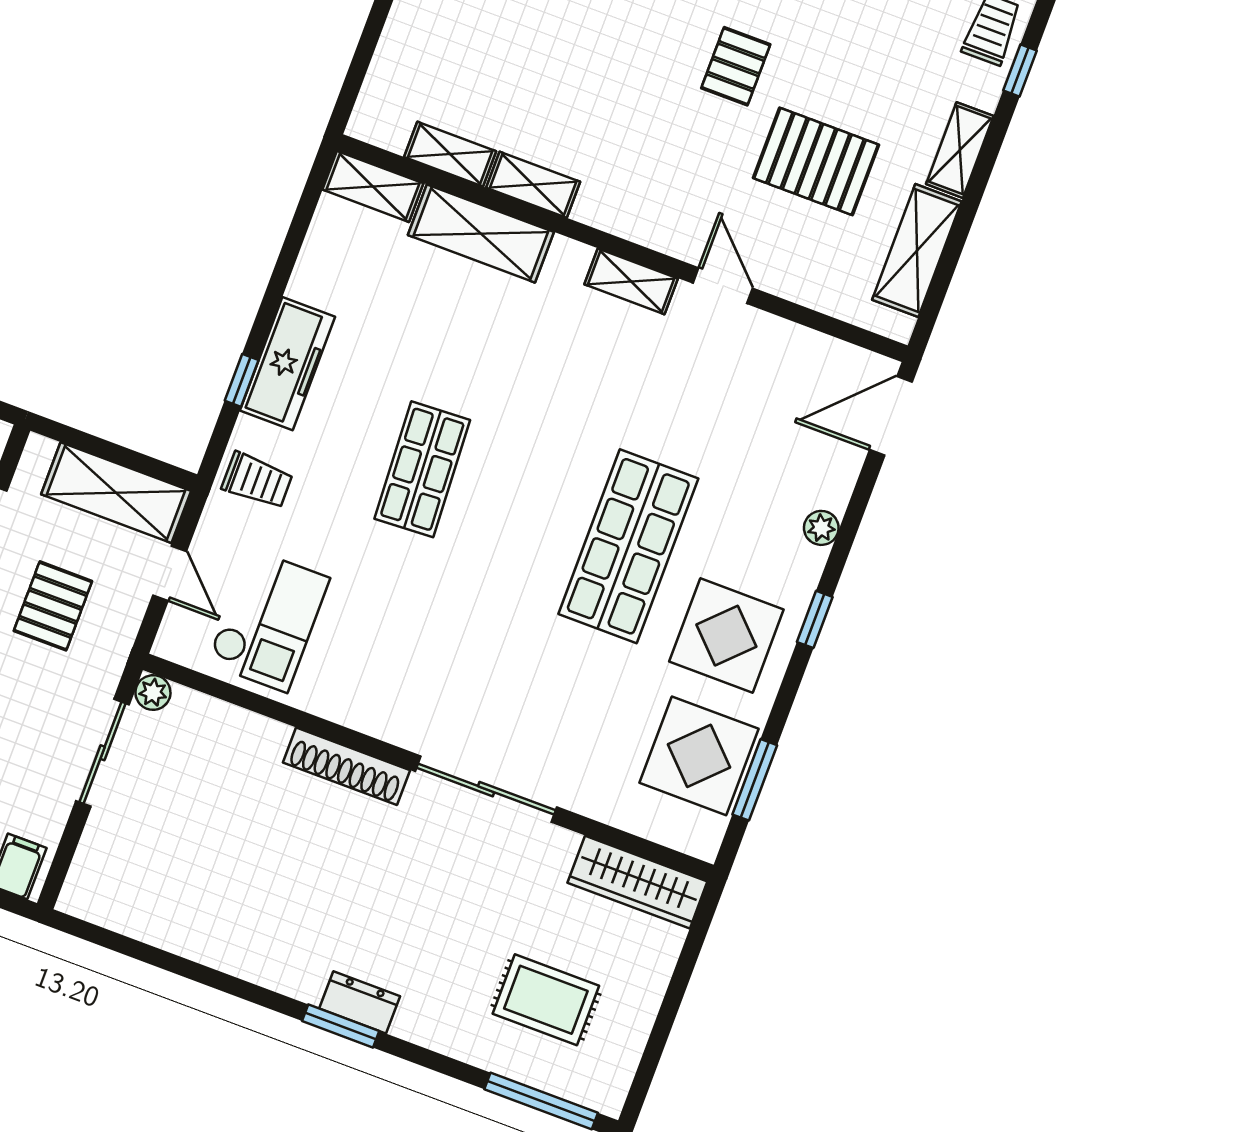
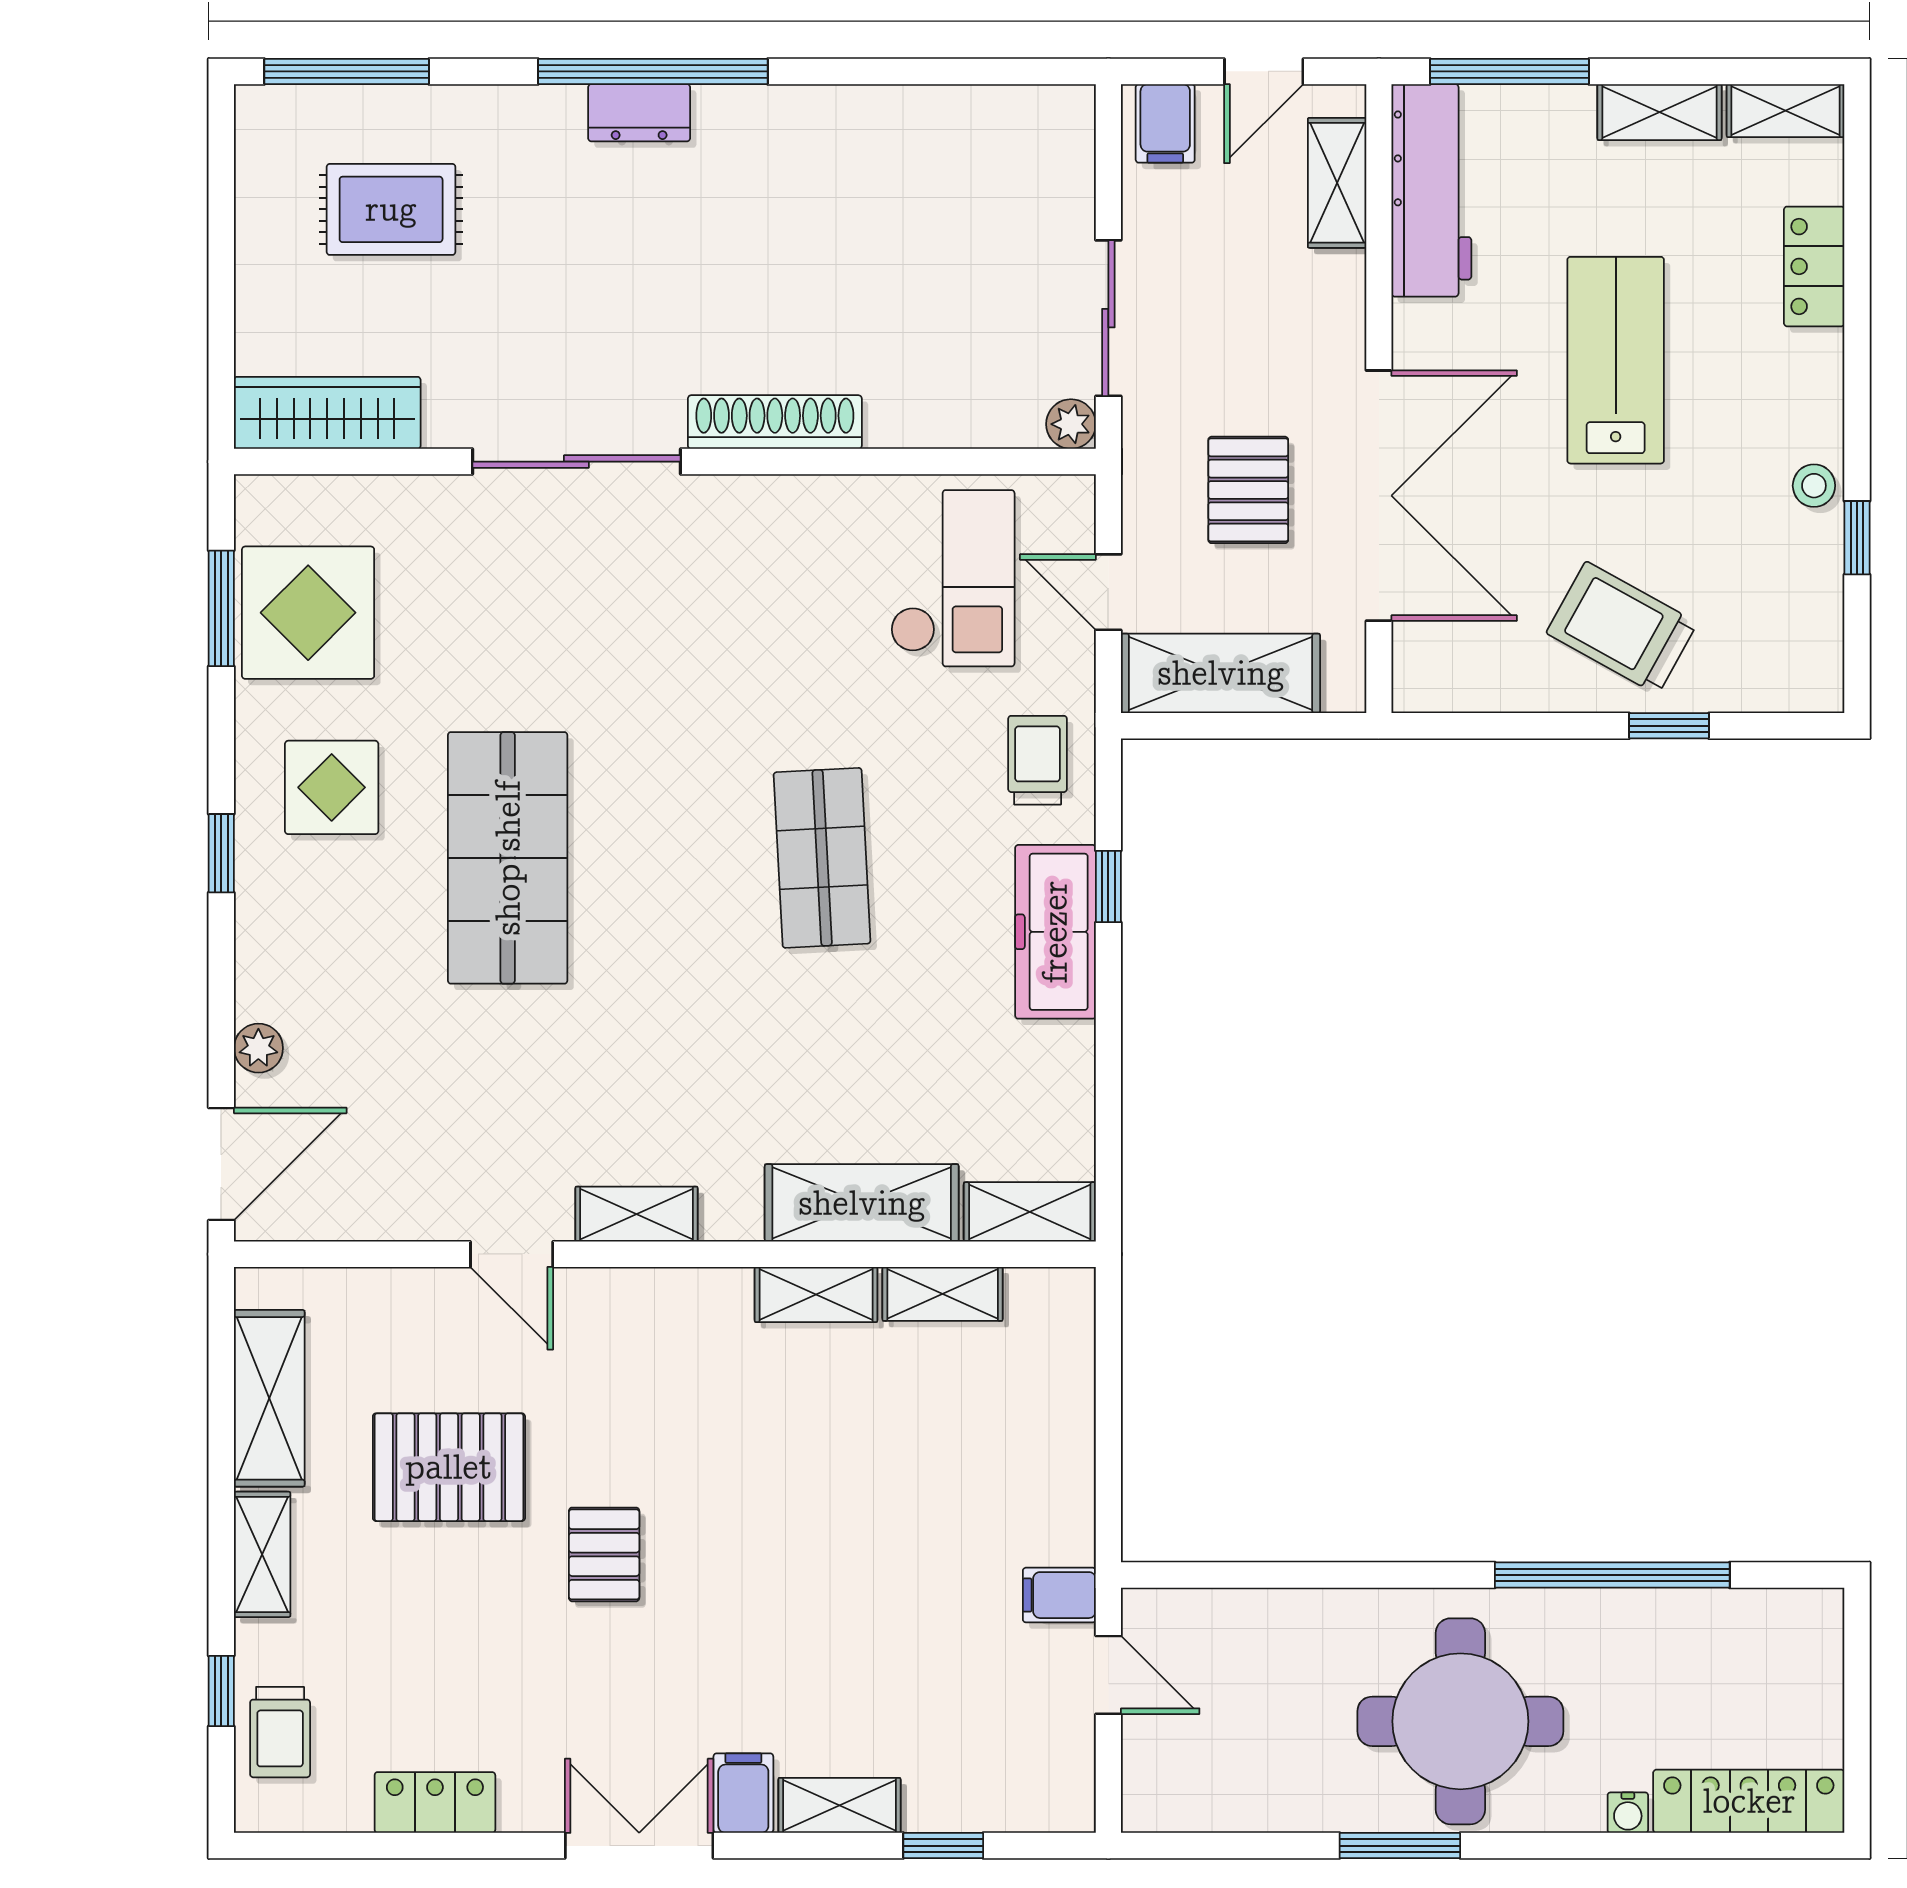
trolley: (257, 480) -> (1038, 760), turned 90
plant: (821, 528) -> (258, 1048), moved
checkout: (268, 621) -> (953, 578), turned 180
display table: (726, 636) -> (332, 787), width x0.73, depth x0.73
window: (341, 1026) -> (653, 71), width x2.11

